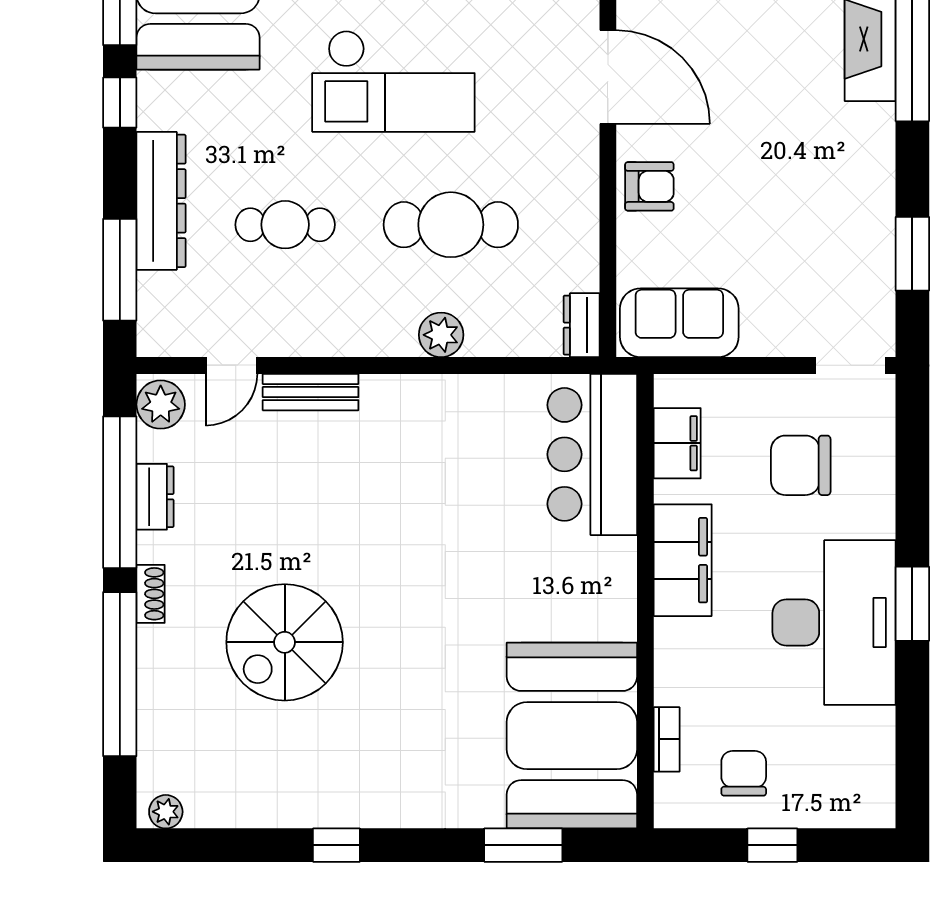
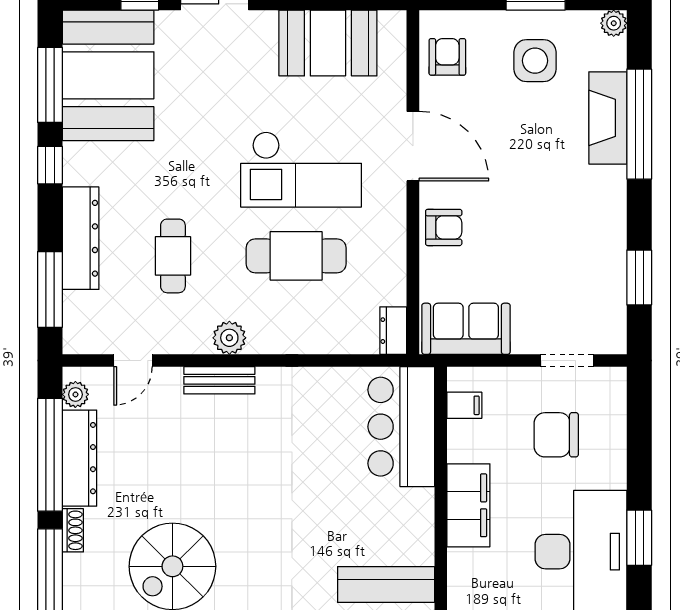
checkout: (393, 81) -> (301, 169), moved
cafe table: (285, 225) -> (173, 256), turned 90
plant: (441, 335) -> (229, 338), moved
doorway: (851, 365) -> (567, 361), moved
bench: (311, 392) -> (219, 380), moved
plant: (161, 405) -> (75, 394), width x0.73, depth x0.73
filing cabinet: (677, 443) -> (464, 405), width x0.50
dresser: (155, 497) -> (80, 458), width x1.96, depth x1.24

